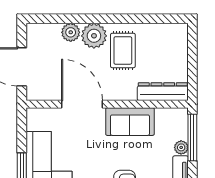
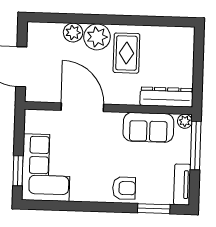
sofa: (130, 122) -> (148, 127), moved
plant: (181, 147) -> (185, 121), moved

